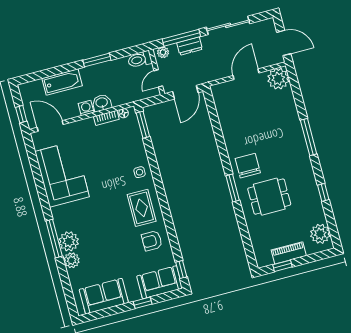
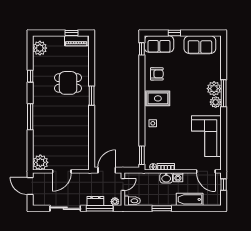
chair: (248, 166) -> (77, 108), removed
rug: (142, 208) -> (158, 98), turned 90
piano: (289, 253) -> (76, 41), moved
plant: (72, 260) -> (216, 102), moved

